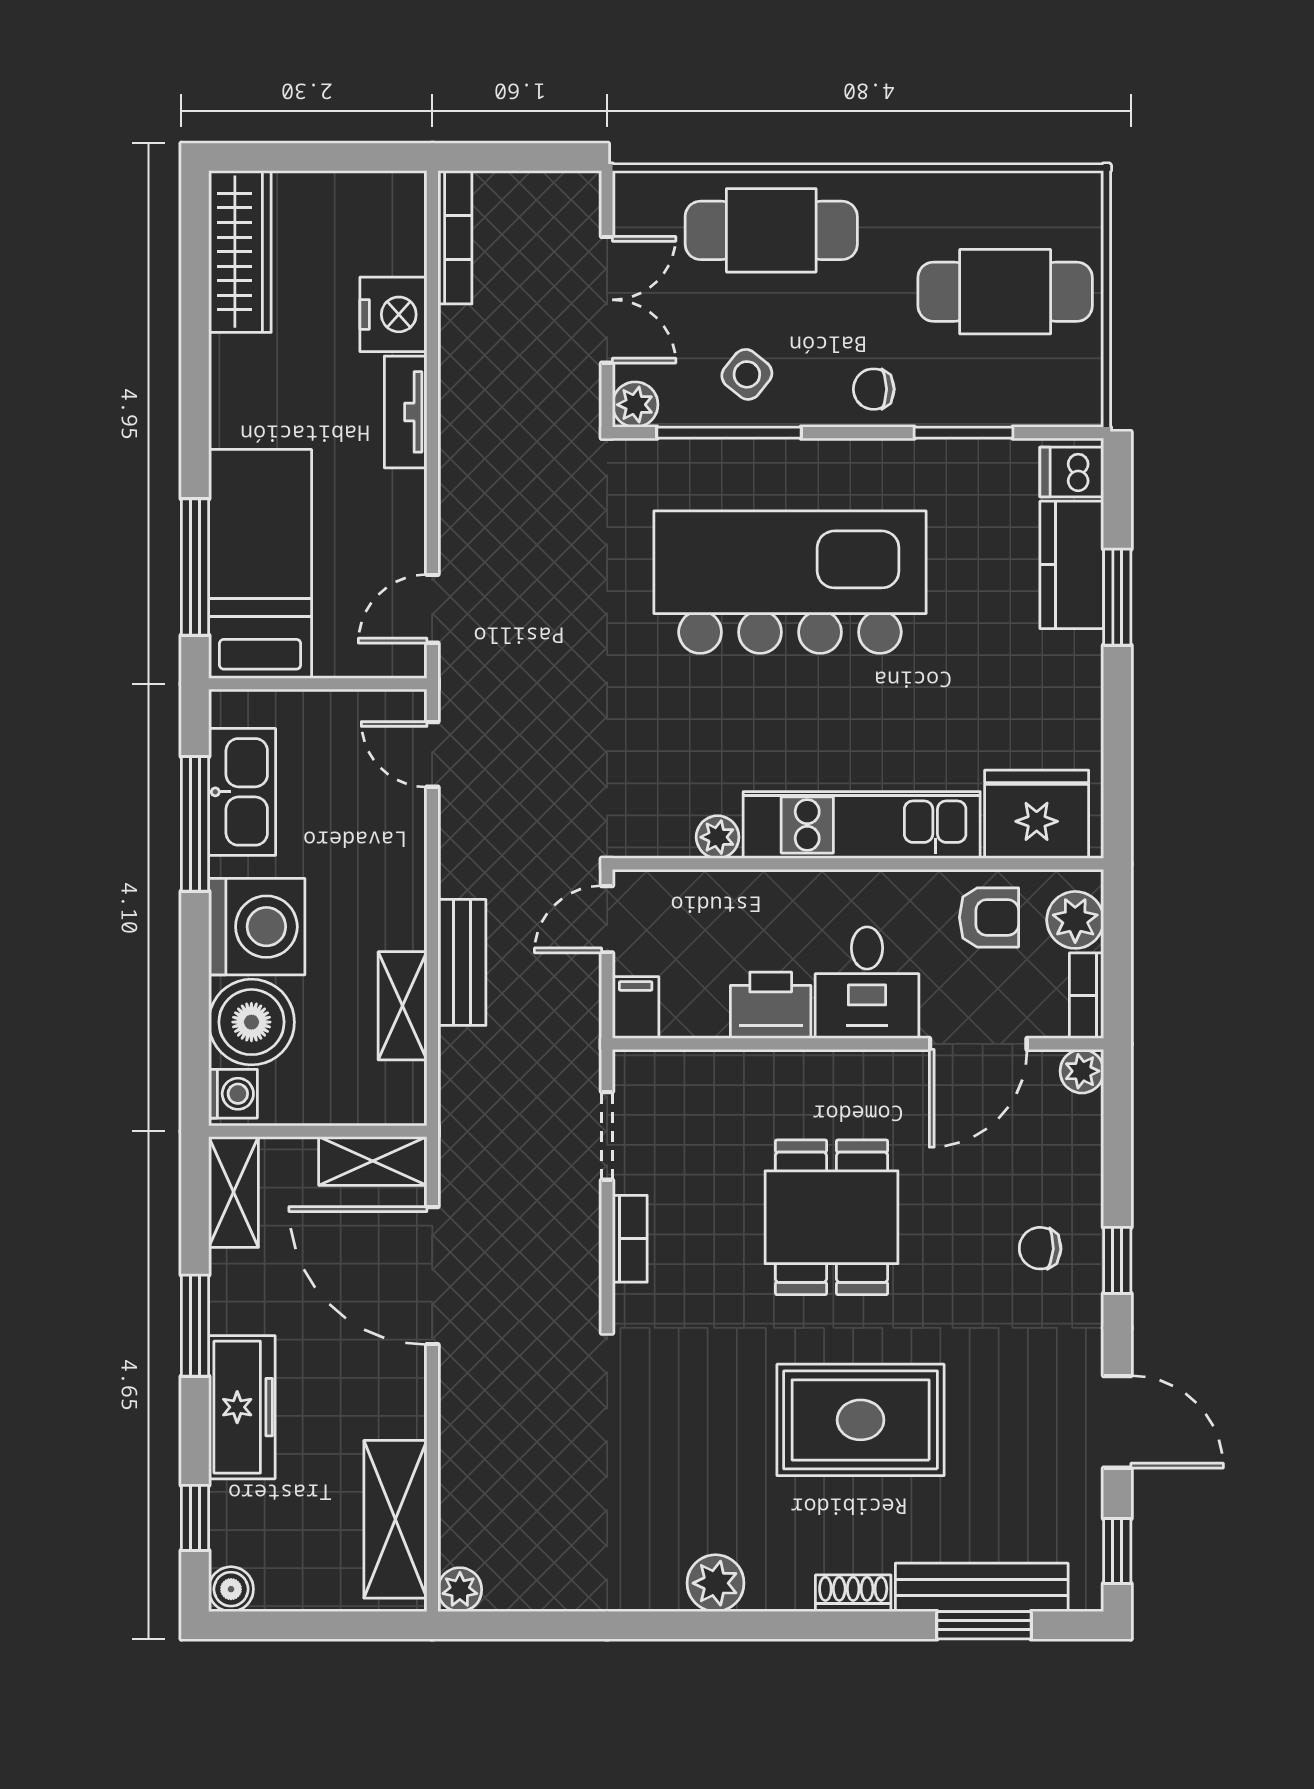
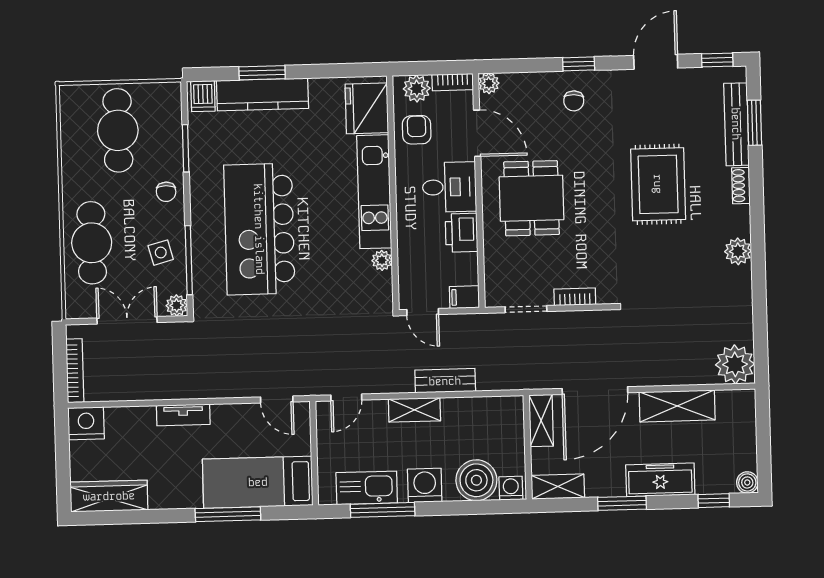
bookcase: (455, 237) -> (75, 371), moved, turned 90
nightstand: (393, 314) -> (86, 423), moved
side table: (747, 374) -> (161, 253), turned 36
kitchen counter: (1072, 565) -> (263, 94), width x1.50
window: (195, 567) -> (228, 514), moved
washing machine: (257, 927) -> (425, 485), width x0.73, depth x0.73
shelving: (403, 1006) -> (414, 410), moved
dining table: (832, 1217) -> (532, 198), moved, turned 90
shelving: (395, 1519) -> (677, 406), moved
plant: (460, 1590) -> (735, 364), width x1.88, depth x1.88

